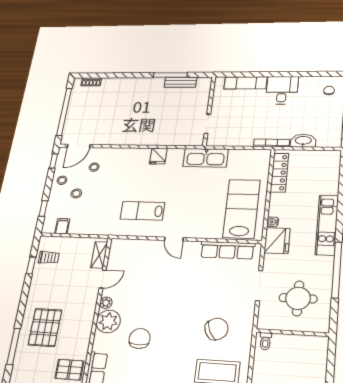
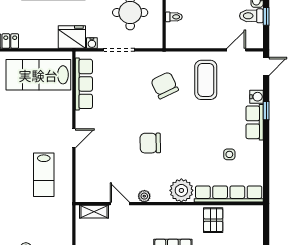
water cooler: (273, 222) -> (92, 43), moved
plant: (108, 321) -> (181, 190), moved
chair: (140, 339) -> (150, 143), moved
toilet: (265, 341) -> (174, 17), moved

